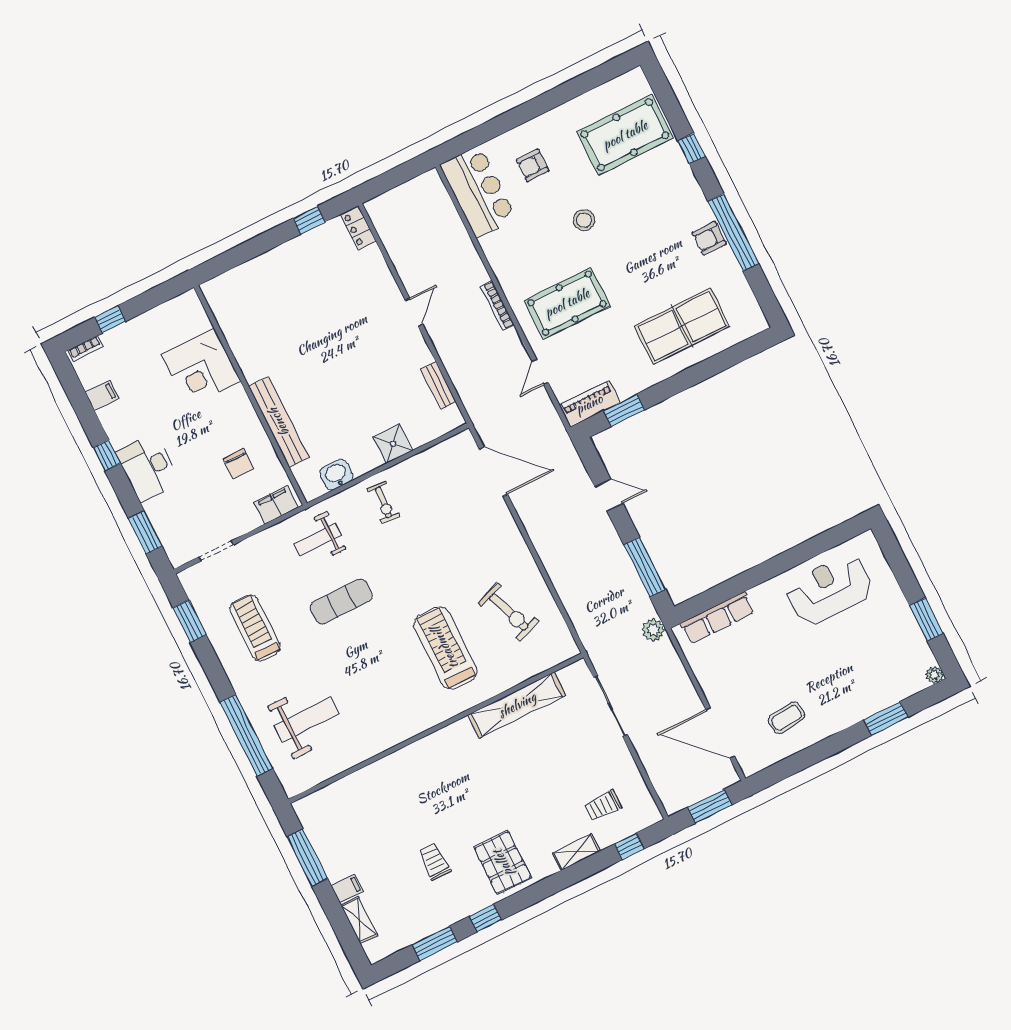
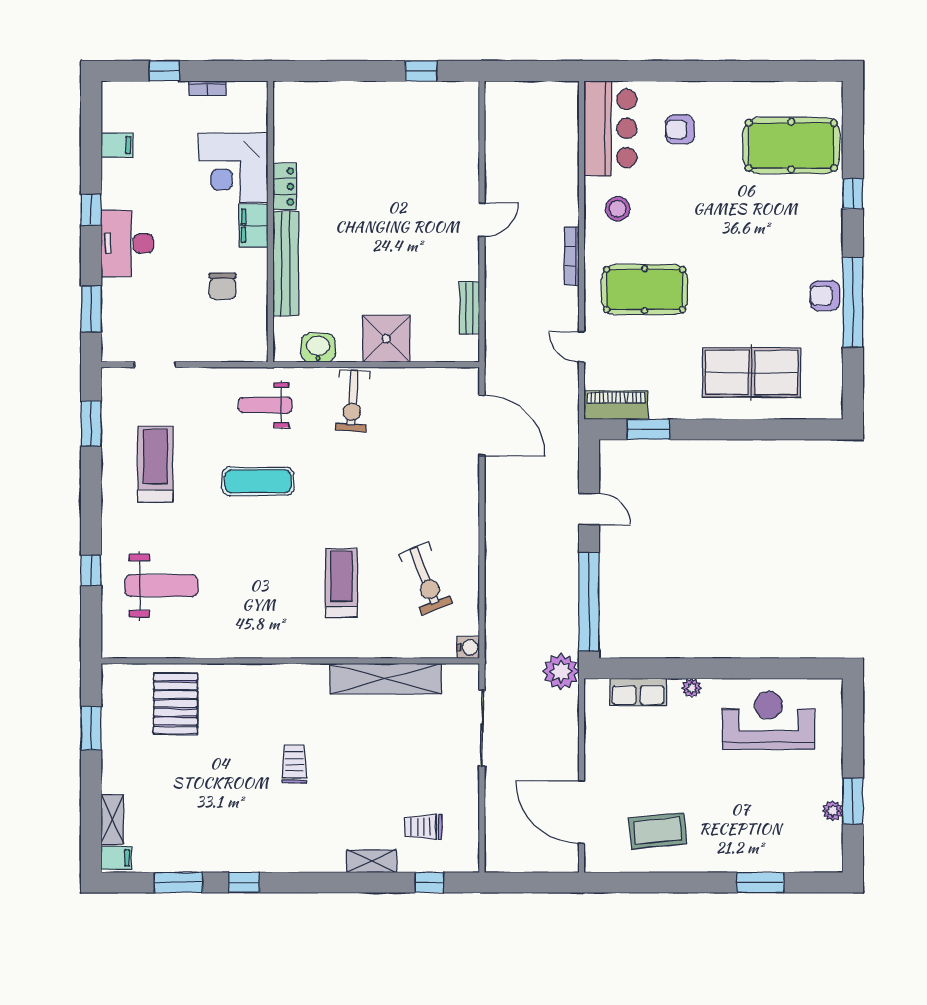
stool: (584, 220) -> (618, 209), moved
locker: (358, 228) -> (284, 187), moved, turned 180
bookcase: (85, 348) -> (207, 88), moved
door: (540, 372) -> (581, 347), hinge flipped
shower: (393, 444) -> (386, 339), width x1.36, depth x1.36
exercise bike: (384, 502) -> (353, 401), width x1.38, depth x1.39
filing cabinet: (276, 505) -> (254, 226), moved, turned -90
window: (645, 567) -> (589, 602), width x1.46
plant: (757, 594) -> (692, 688), added
row of seats: (718, 618) -> (638, 692), width x0.68
plant: (654, 630) -> (561, 672), width x1.36, depth x1.36
treadmill: (445, 648) -> (341, 583), width x0.73, depth x0.73
water cooler: (569, 649) -> (468, 647), added
plant: (934, 675) -> (833, 811), moved
coffee table: (786, 718) -> (658, 831), width x1.36, depth x1.30
window: (246, 735) -> (91, 570), width x0.32
window: (710, 806) -> (533, 882), removed
window: (307, 858) -> (91, 728), width x0.69
trolley: (435, 862) -> (294, 764), moved
pallet: (503, 863) -> (176, 704), moved
filing cabinet: (347, 889) -> (116, 858), moved

